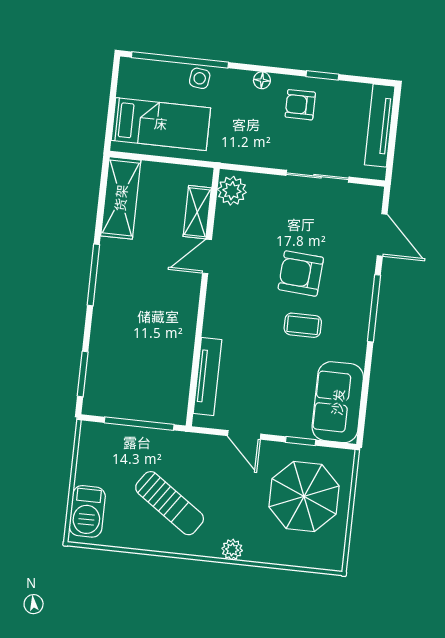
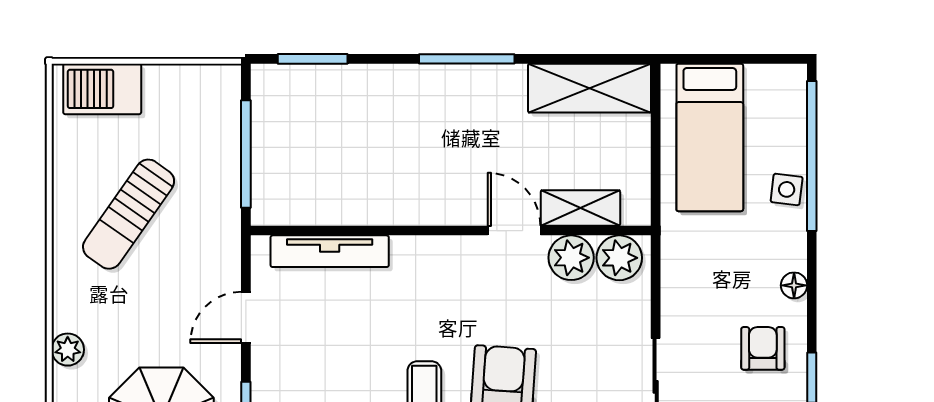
plant: (229, 222) -> (571, 258), added
plant: (232, 550) -> (68, 350), moved

